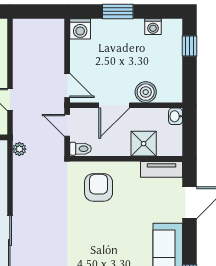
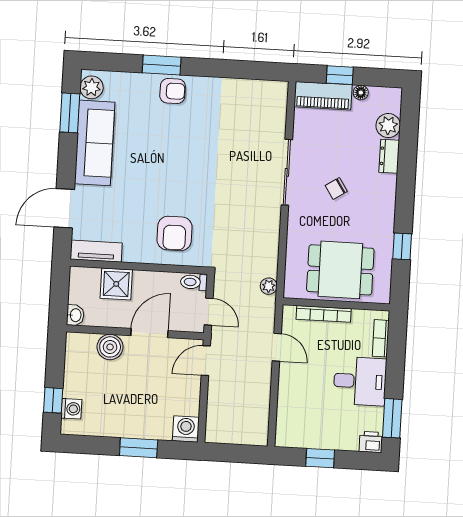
washing machine: (153, 27) -> (71, 409), moved, turned 90
door: (67, 85) -> (206, 361), hinge flipped

